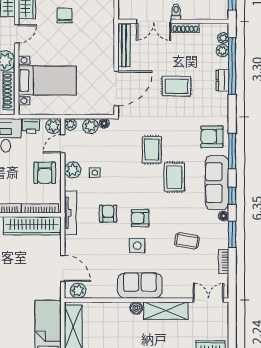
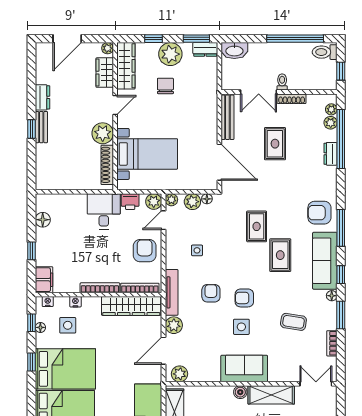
rug: (176, 86) -> (275, 144), moved, turned 90
door: (116, 88) -> (219, 162), hinge flipped
plant: (73, 170) -> (174, 325), moved
armchair: (45, 173) -> (145, 251), turned 180
door: (63, 268) -> (163, 351), swing flipped

